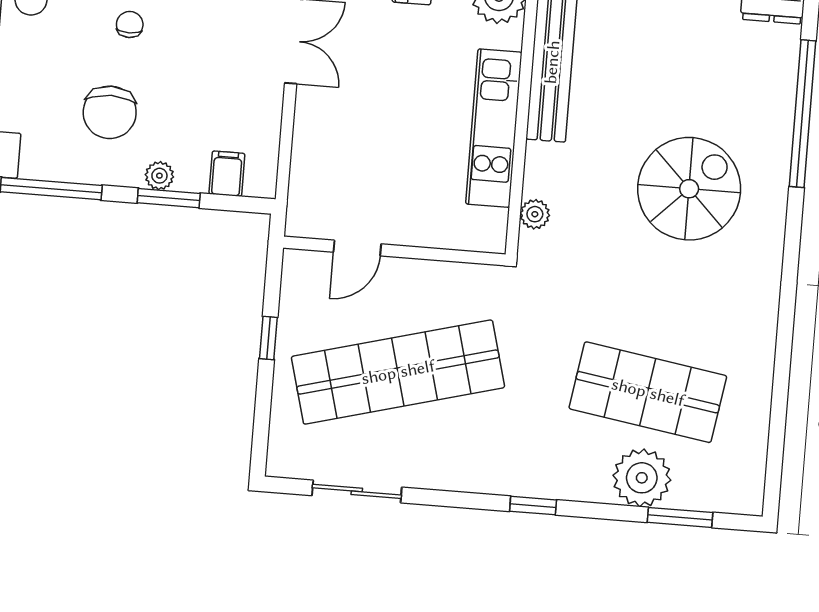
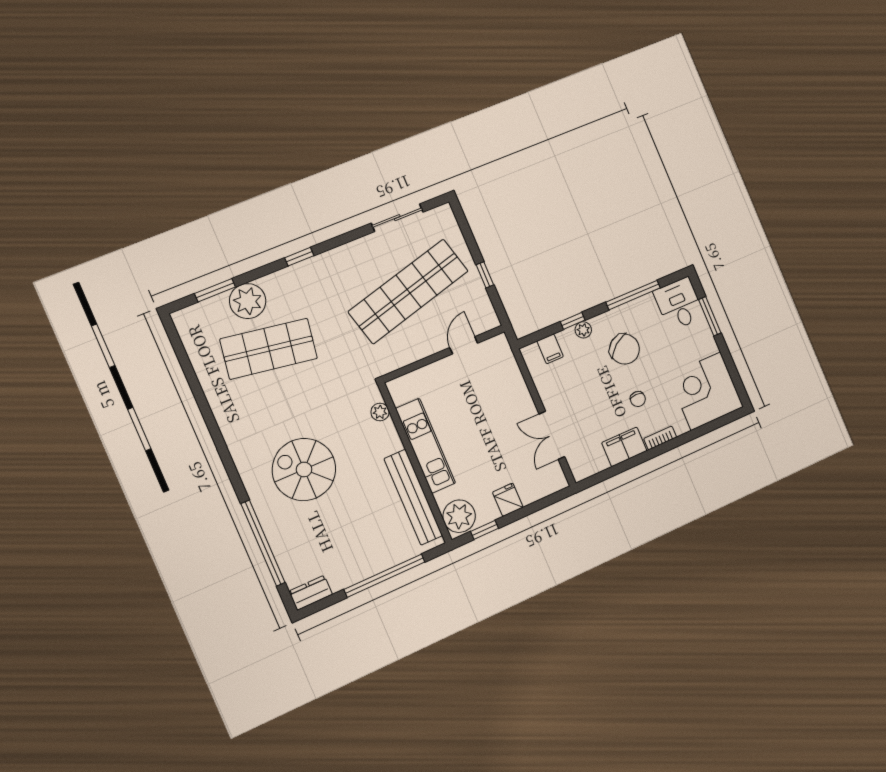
chair: (110, 112) -> (625, 349), turned 143
spiral stairs: (689, 189) -> (304, 469), turned 90
window: (169, 198) -> (573, 321), width x0.67

